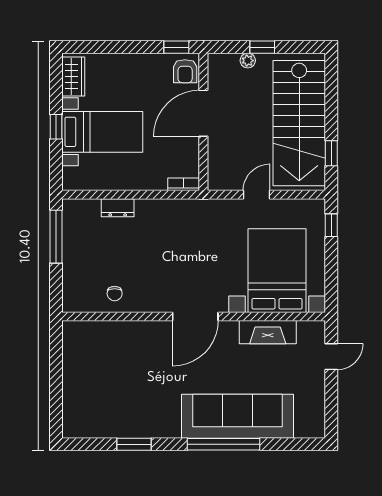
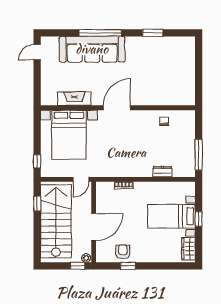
door: (203, 113) -> (94, 227), moved
wall: (203, 122) -> (94, 222), moved
door: (331, 357) -> (37, 52), moved

